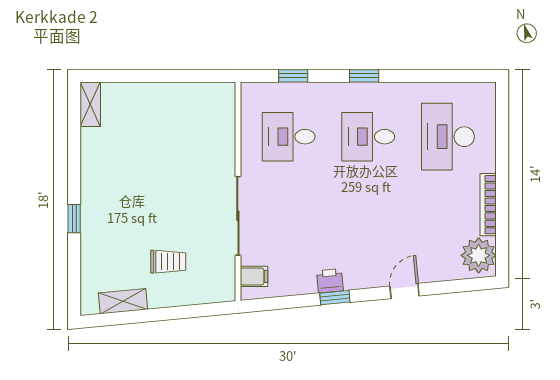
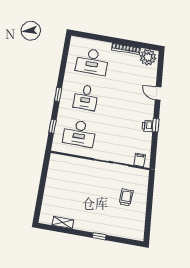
shelving: (90, 104) -> (63, 222), moved
desk: (289, 137) -> (79, 133), width x1.37
shelving: (123, 301) -> (140, 221), removed

